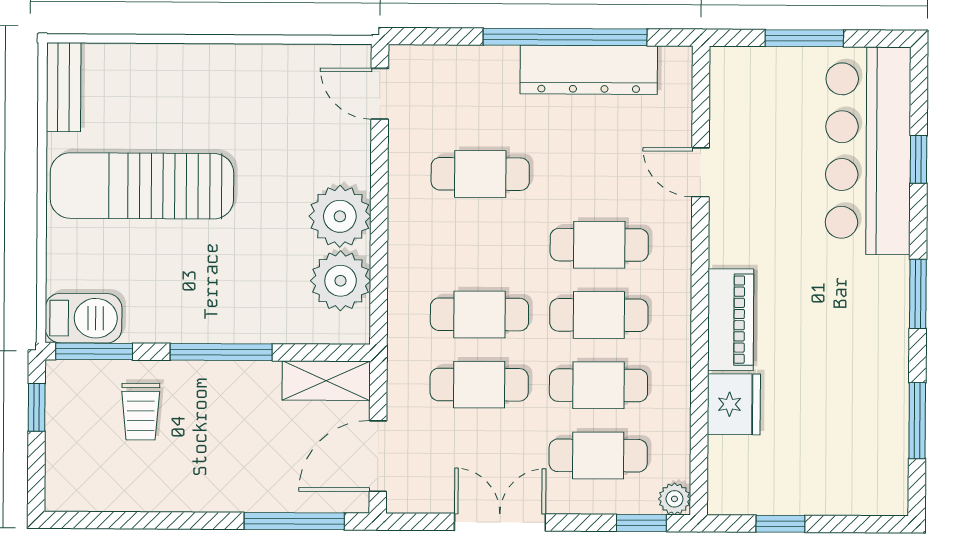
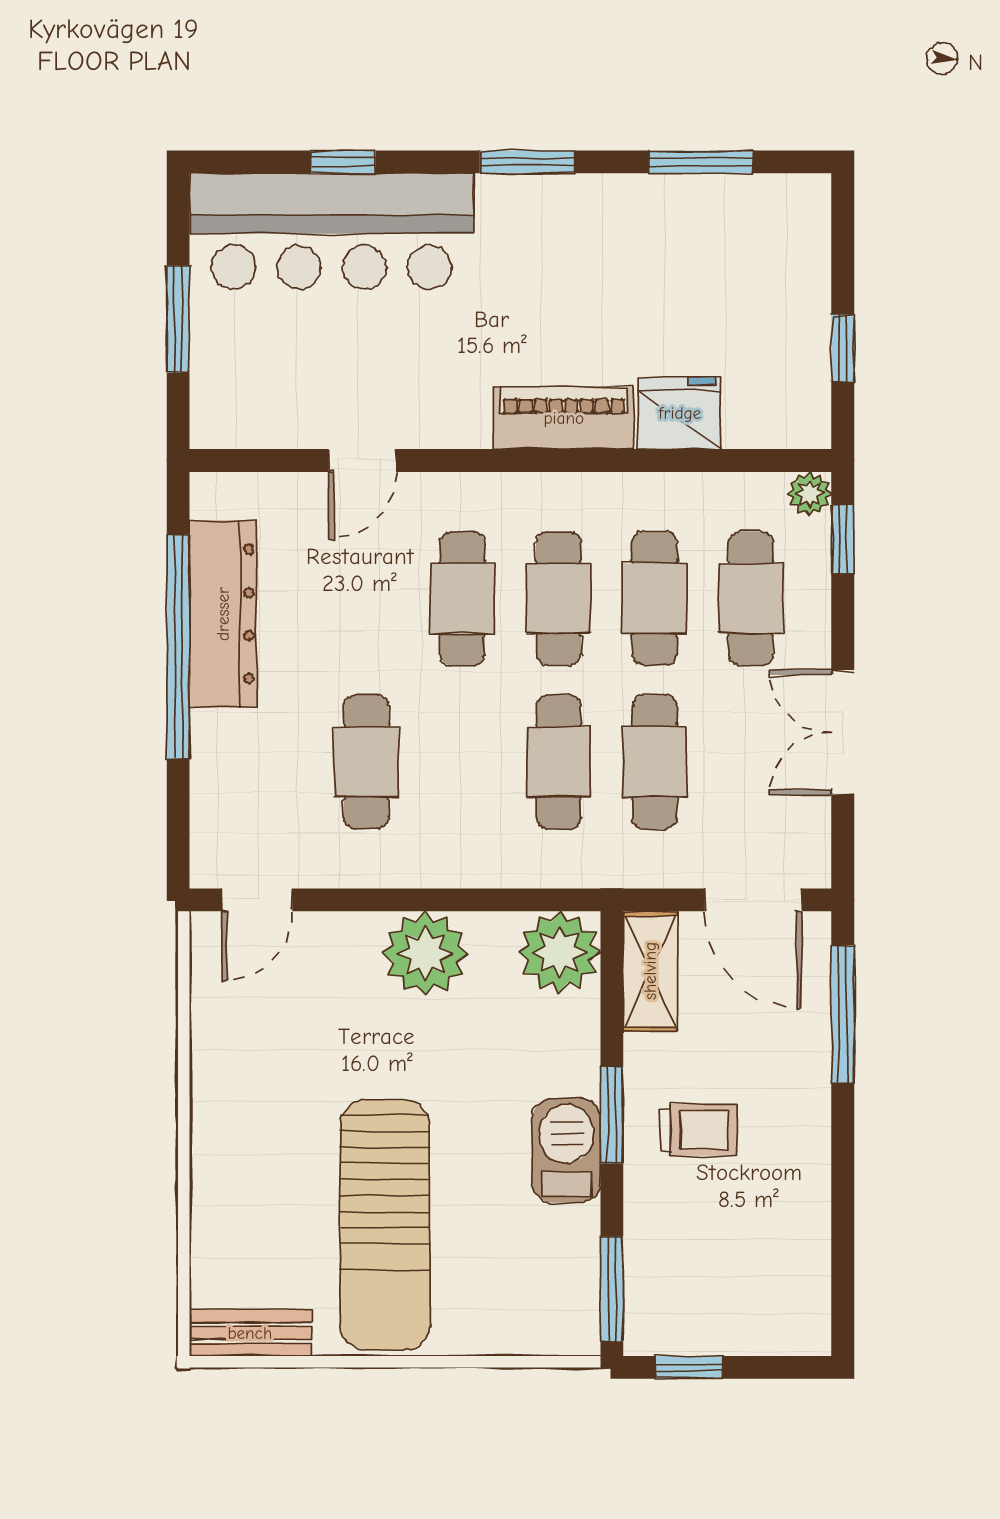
plant: (341, 281) -> (559, 952), moved
barbecue: (84, 318) -> (566, 1150), moved
window: (221, 352) -> (612, 1115), width x0.69
trolley: (141, 412) -> (698, 1130), moved

